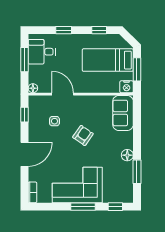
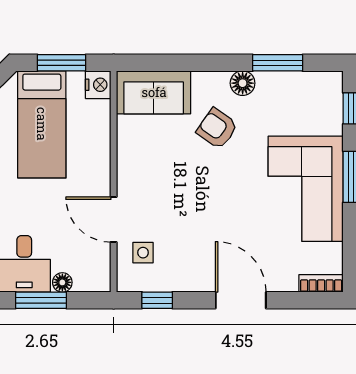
floor lamp: (33, 88) -> (62, 282), moved
door: (63, 94) -> (114, 220), hinge flipped
side table: (54, 121) -> (143, 253), moved
armchair: (83, 135) -> (217, 128), moved

